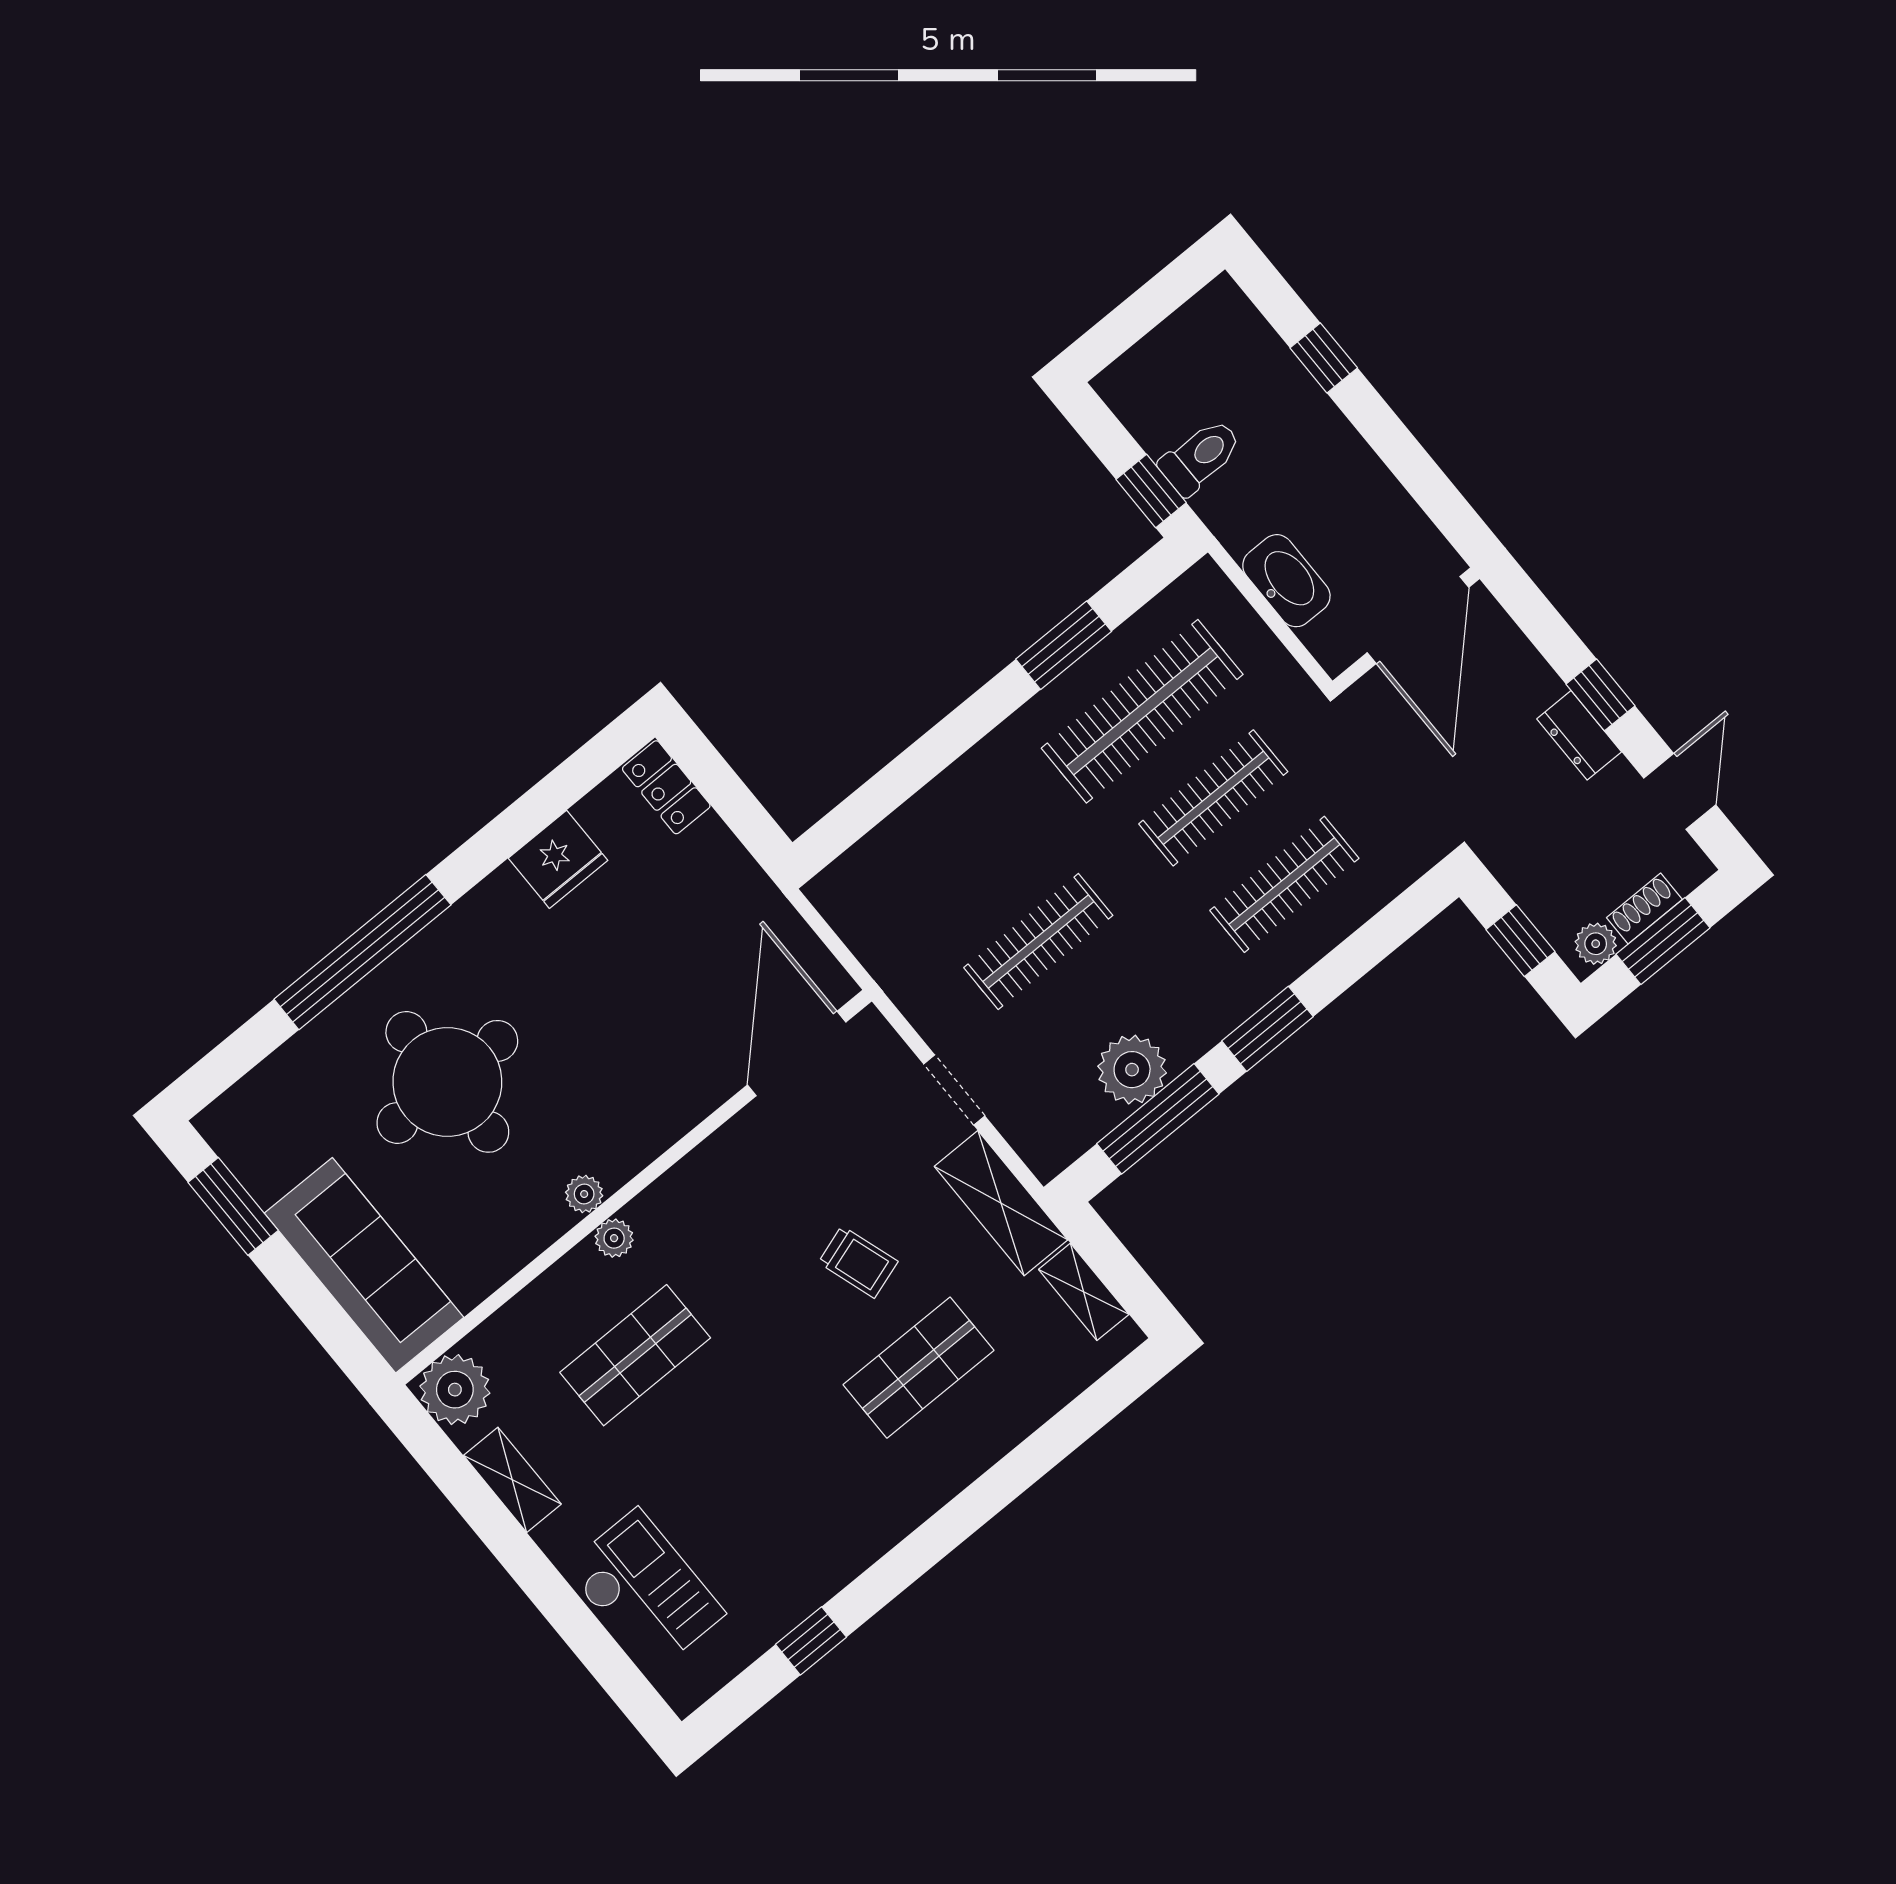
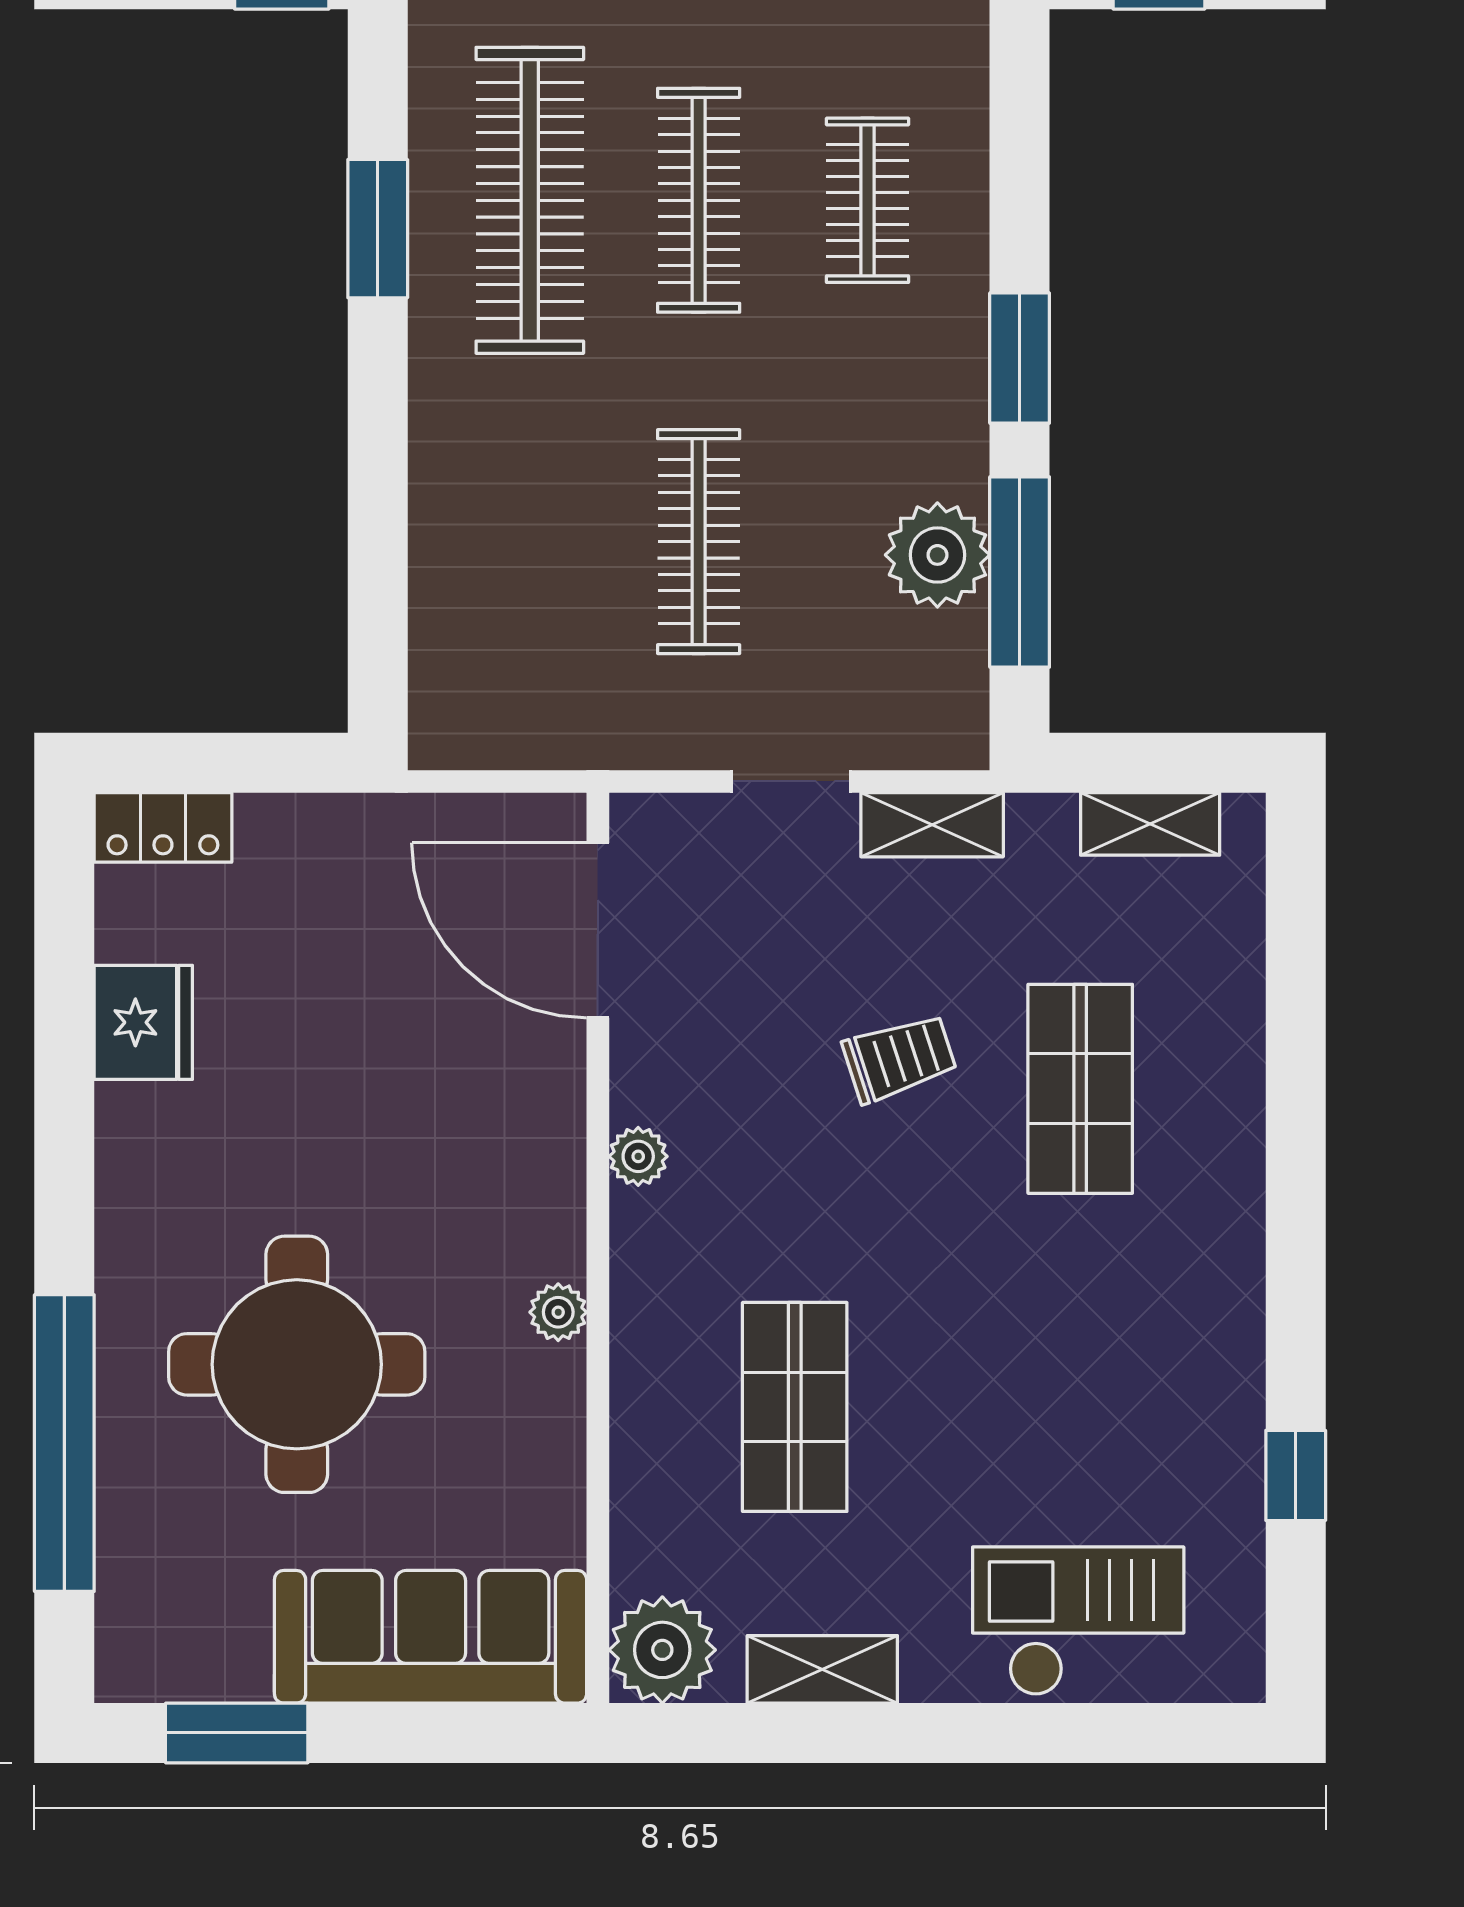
clothes rail: (1284, 884) -> (868, 200), width x0.73
window: (362, 952) -> (64, 1443), moved
shelving: (1001, 1203) -> (932, 825), width x0.67, depth x0.75
plant: (614, 1238) -> (638, 1156), moved

